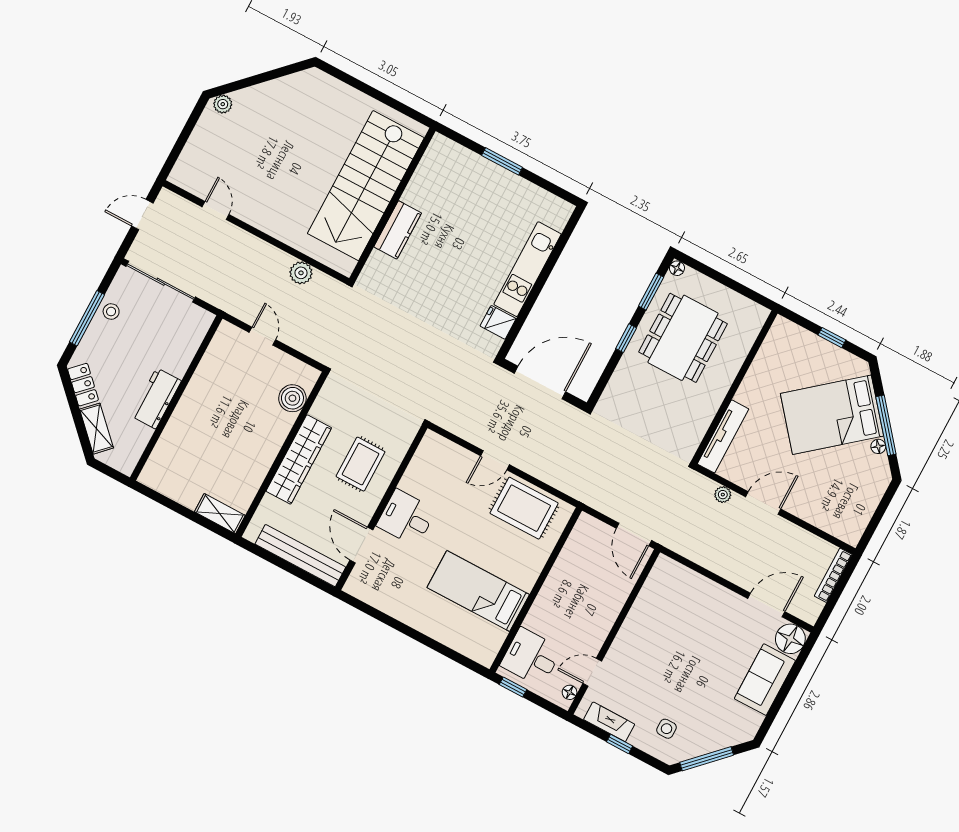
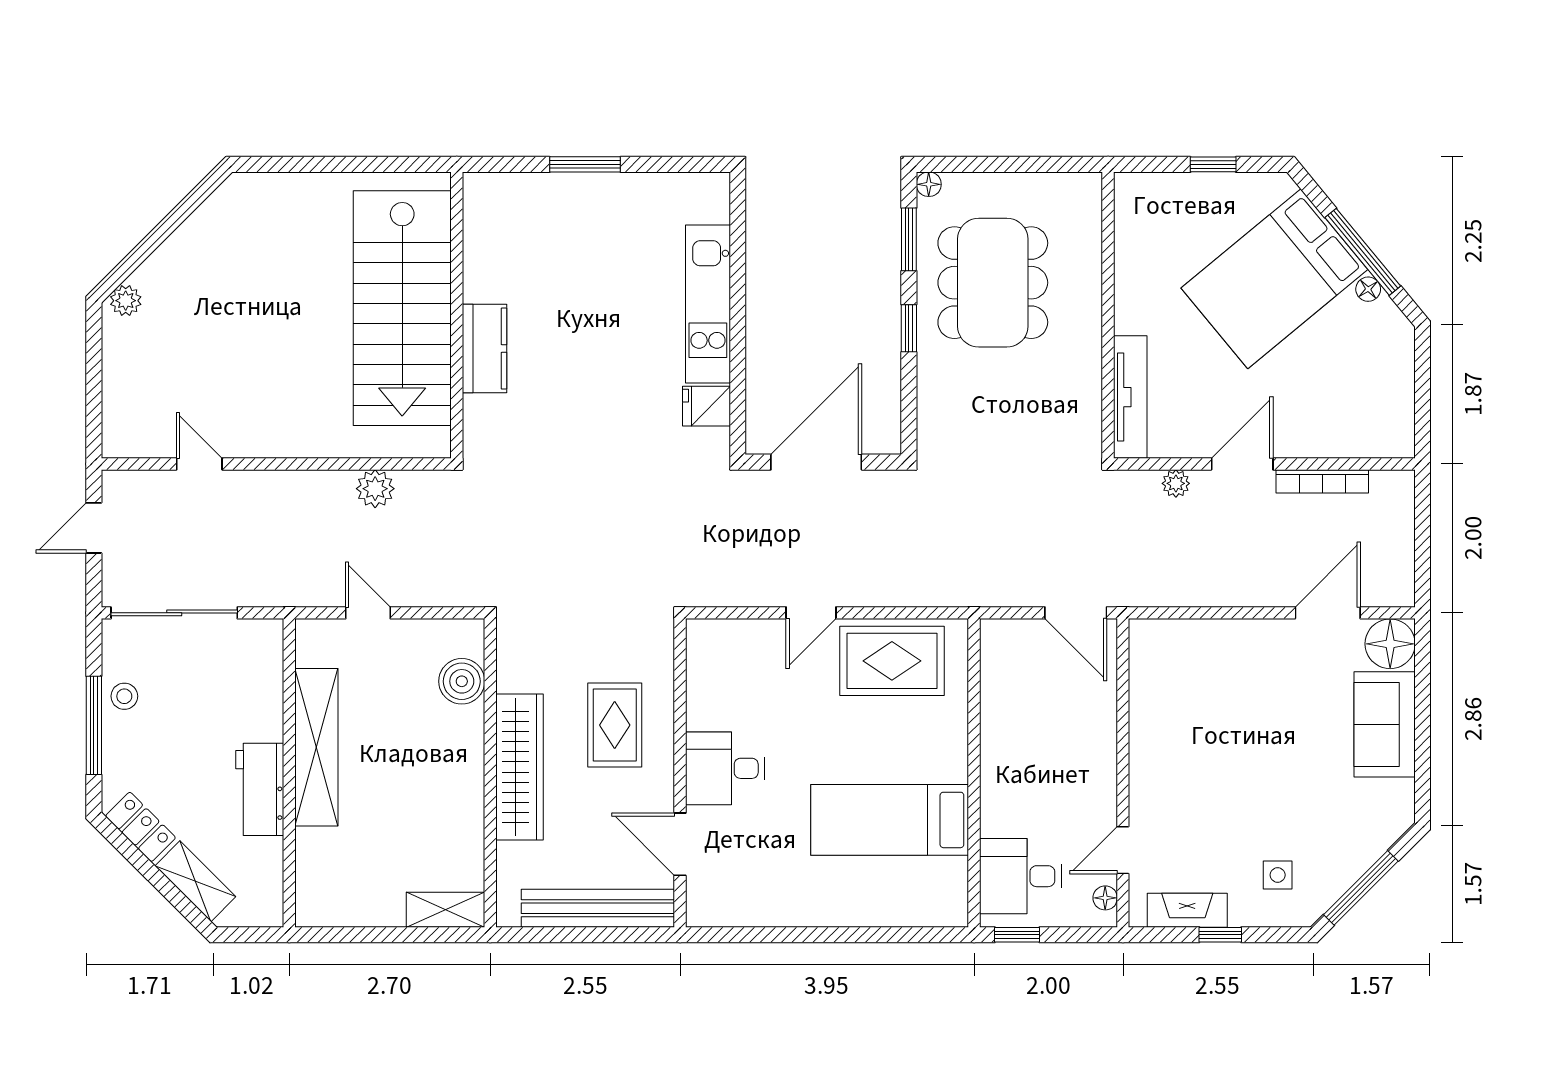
shelving: (198, 392) -> (316, 747), added
bookcase: (833, 575) -> (1322, 481), moved, turned -90

